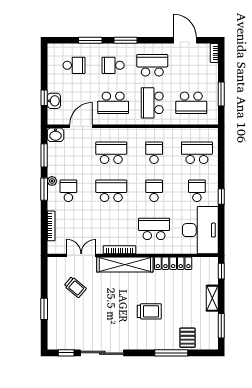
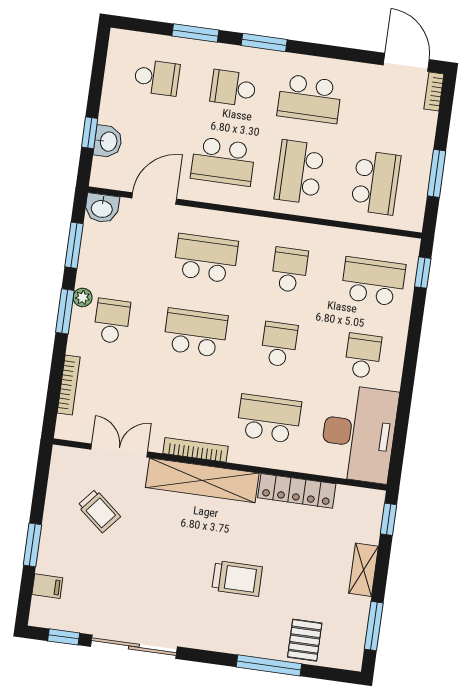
door: (185, 40) -> (406, 62), moved
school desk: (152, 65) -> (310, 99), turned 180
school desk: (191, 103) -> (376, 183), turned -90
window: (221, 197) -> (423, 273), moved
filing cabinet: (54, 328) -> (47, 586), added

